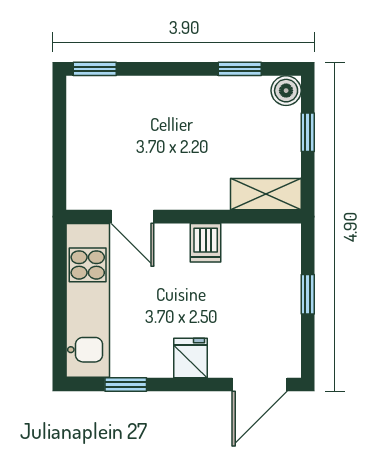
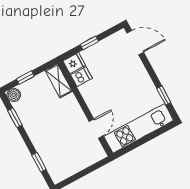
window: (95, 69) -> (39, 162), moved
dishwasher: (206, 243) -> (81, 77), moved
fridge: (190, 358) -> (74, 63), moved, turned 180

